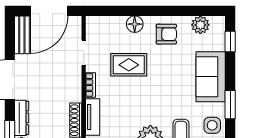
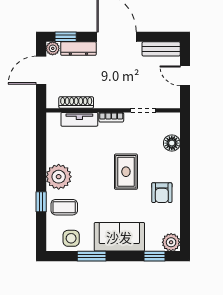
door: (49, 11) -> (185, 76), width x0.53
floor lamp: (135, 24) -> (172, 143), moved
plant: (200, 25) -> (171, 242), moved
rug: (129, 65) -> (126, 172), moved

